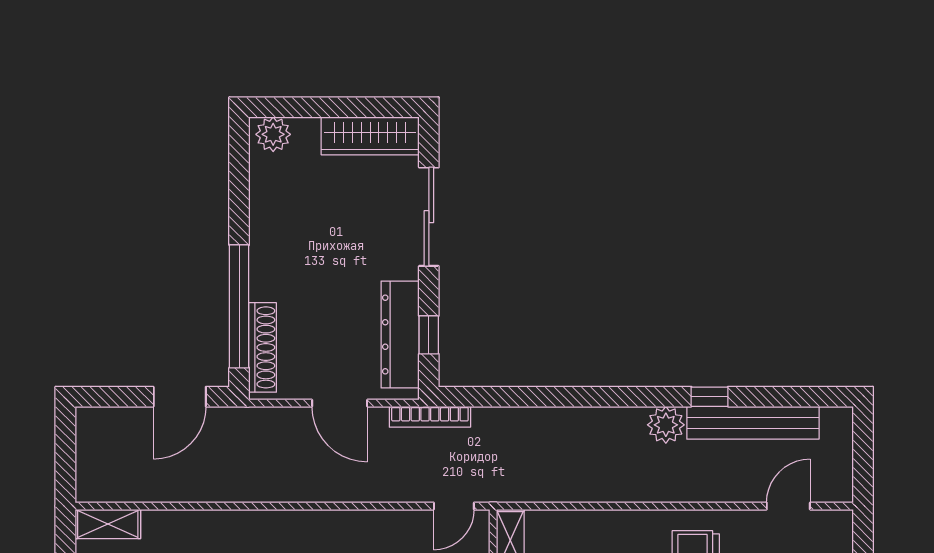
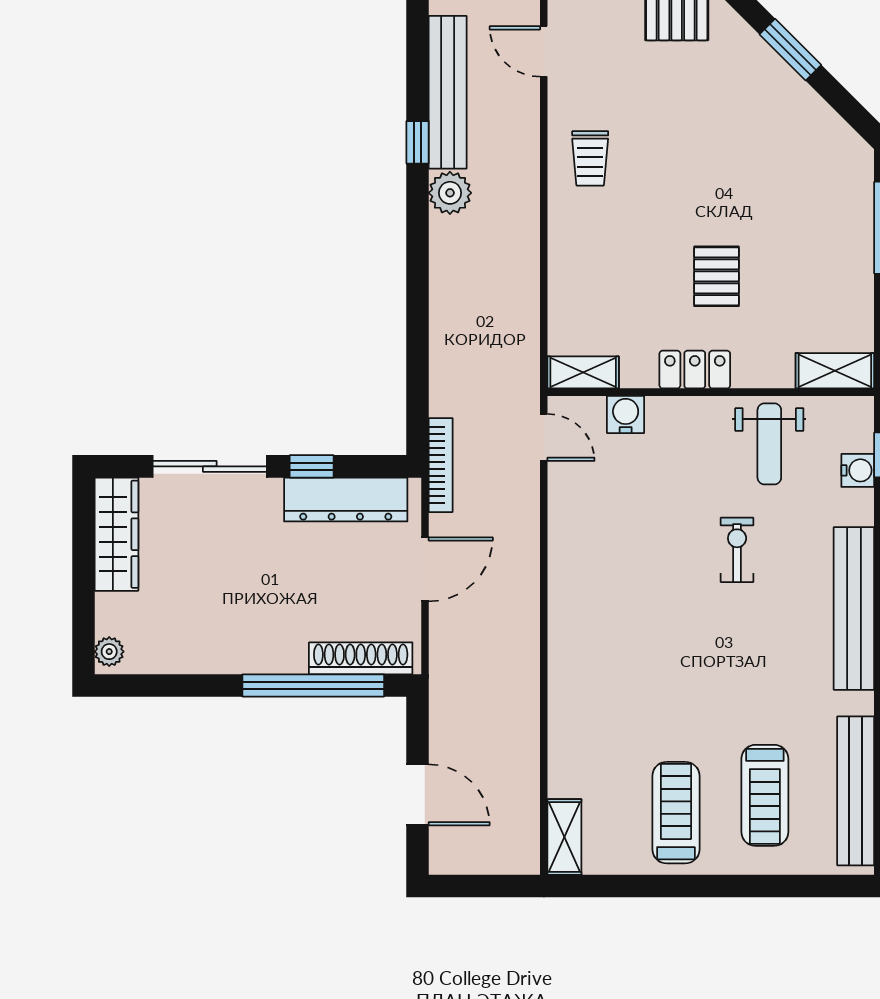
plant: (273, 134) -> (109, 652), width x0.73, depth x0.73
window: (429, 335) -> (312, 466), moved
door: (180, 397) -> (418, 795), moved

